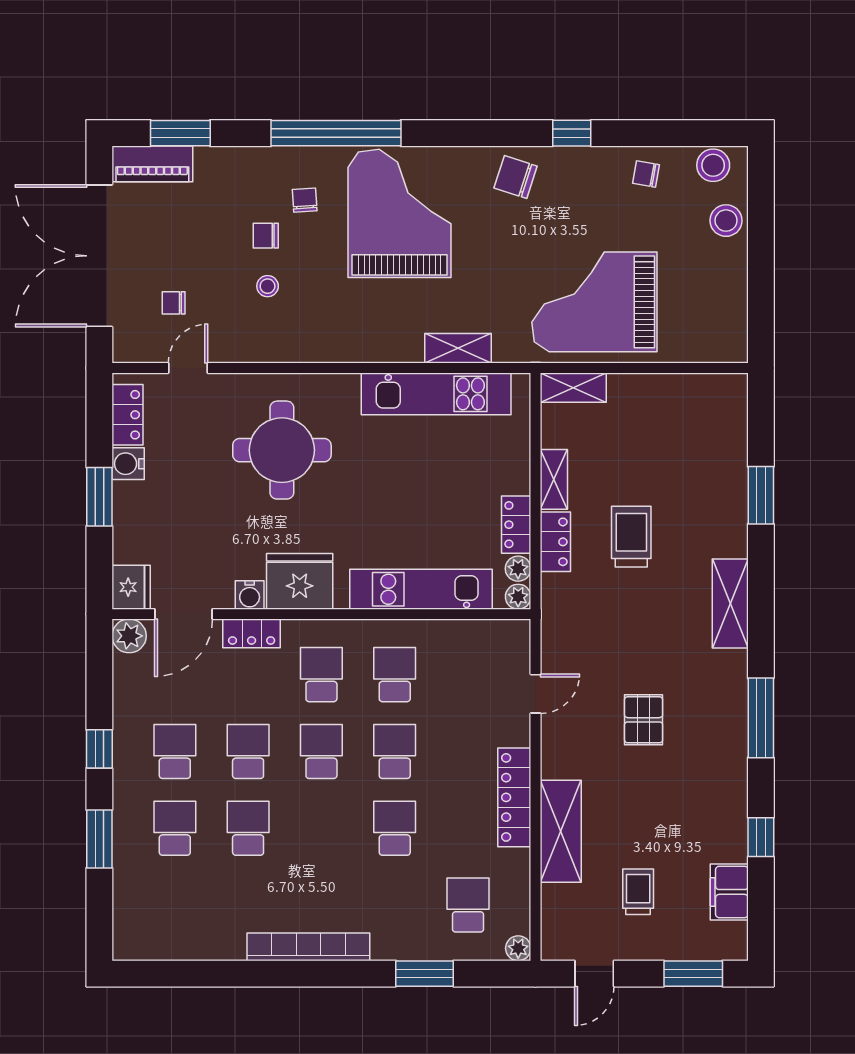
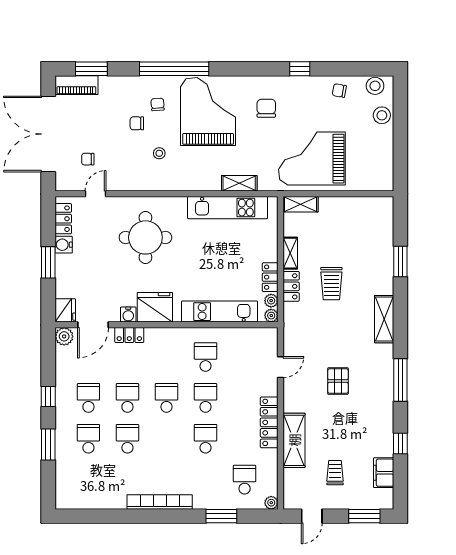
chair: (516, 177) -> (266, 108), moved, turned 72
stool: (268, 286) -> (159, 153), moved
trolley: (631, 537) -> (331, 284), turned 180
school desk: (321, 675) -> (166, 357), removed

